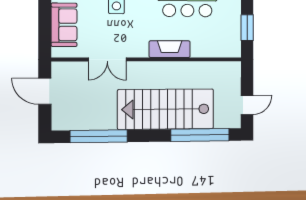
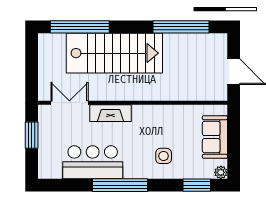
double door: (107, 59) -> (69, 103), moved
door: (247, 105) -> (32, 57), removed

